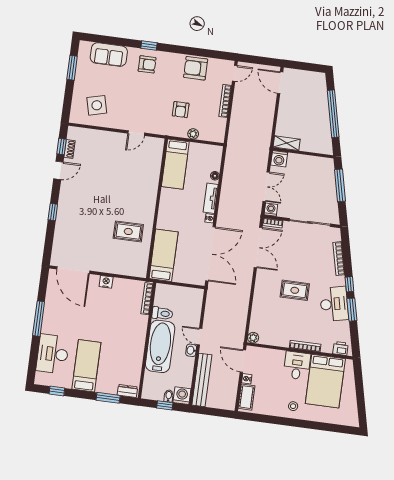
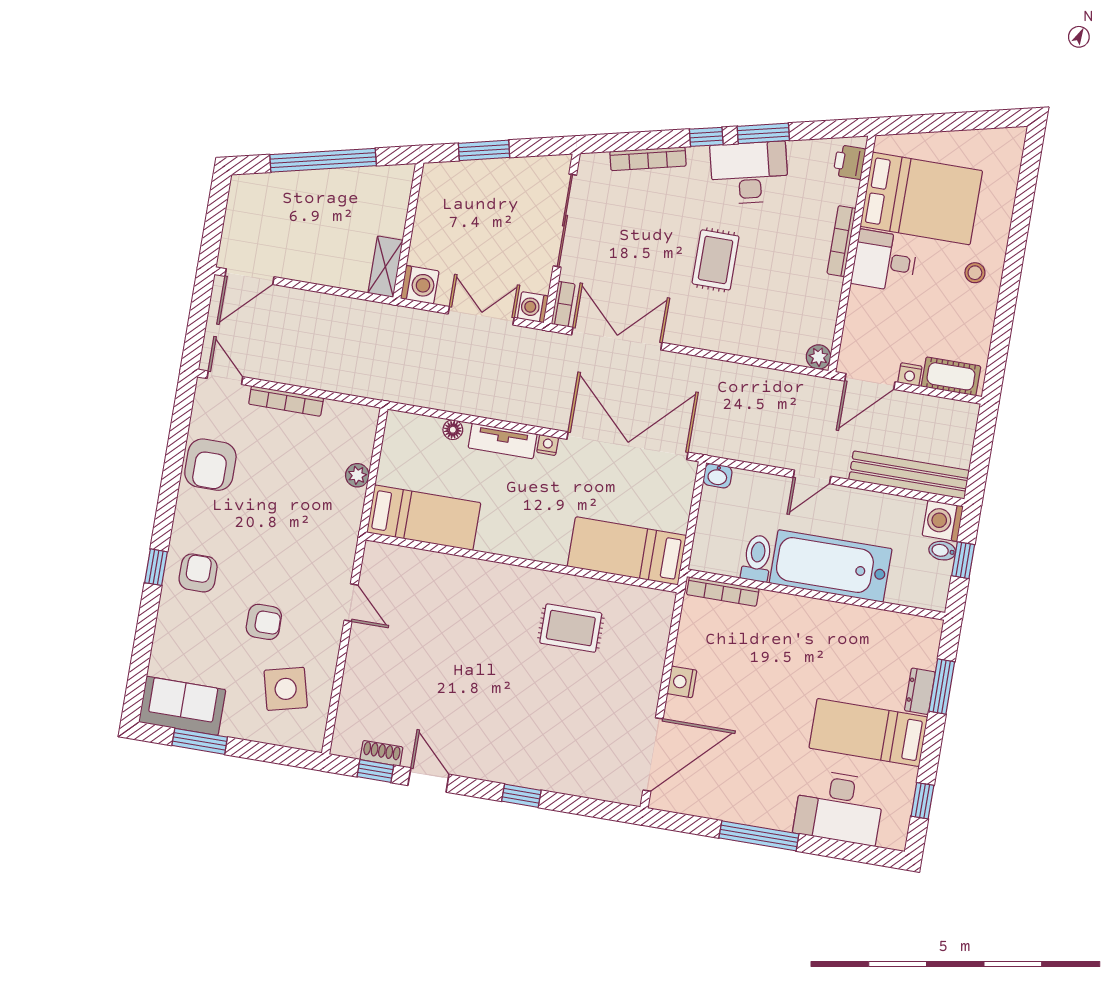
sofa: (109, 55) -> (182, 706), moved, turned -90
armchair: (181, 110) -> (264, 622), moved
window: (340, 185) -> (484, 150), width x0.69
rug: (128, 231) -> (571, 628), turned 90
washbasin: (191, 350) -> (718, 476), moved
dresser: (127, 391) -> (920, 691), moved

